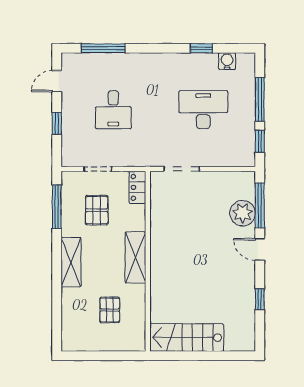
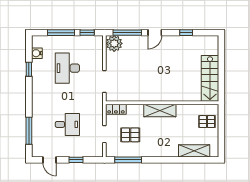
plant: (243, 213) -> (114, 43), moved
shelving: (71, 262) -> (194, 151), moved
pallet: (110, 310) -> (207, 122), moved

